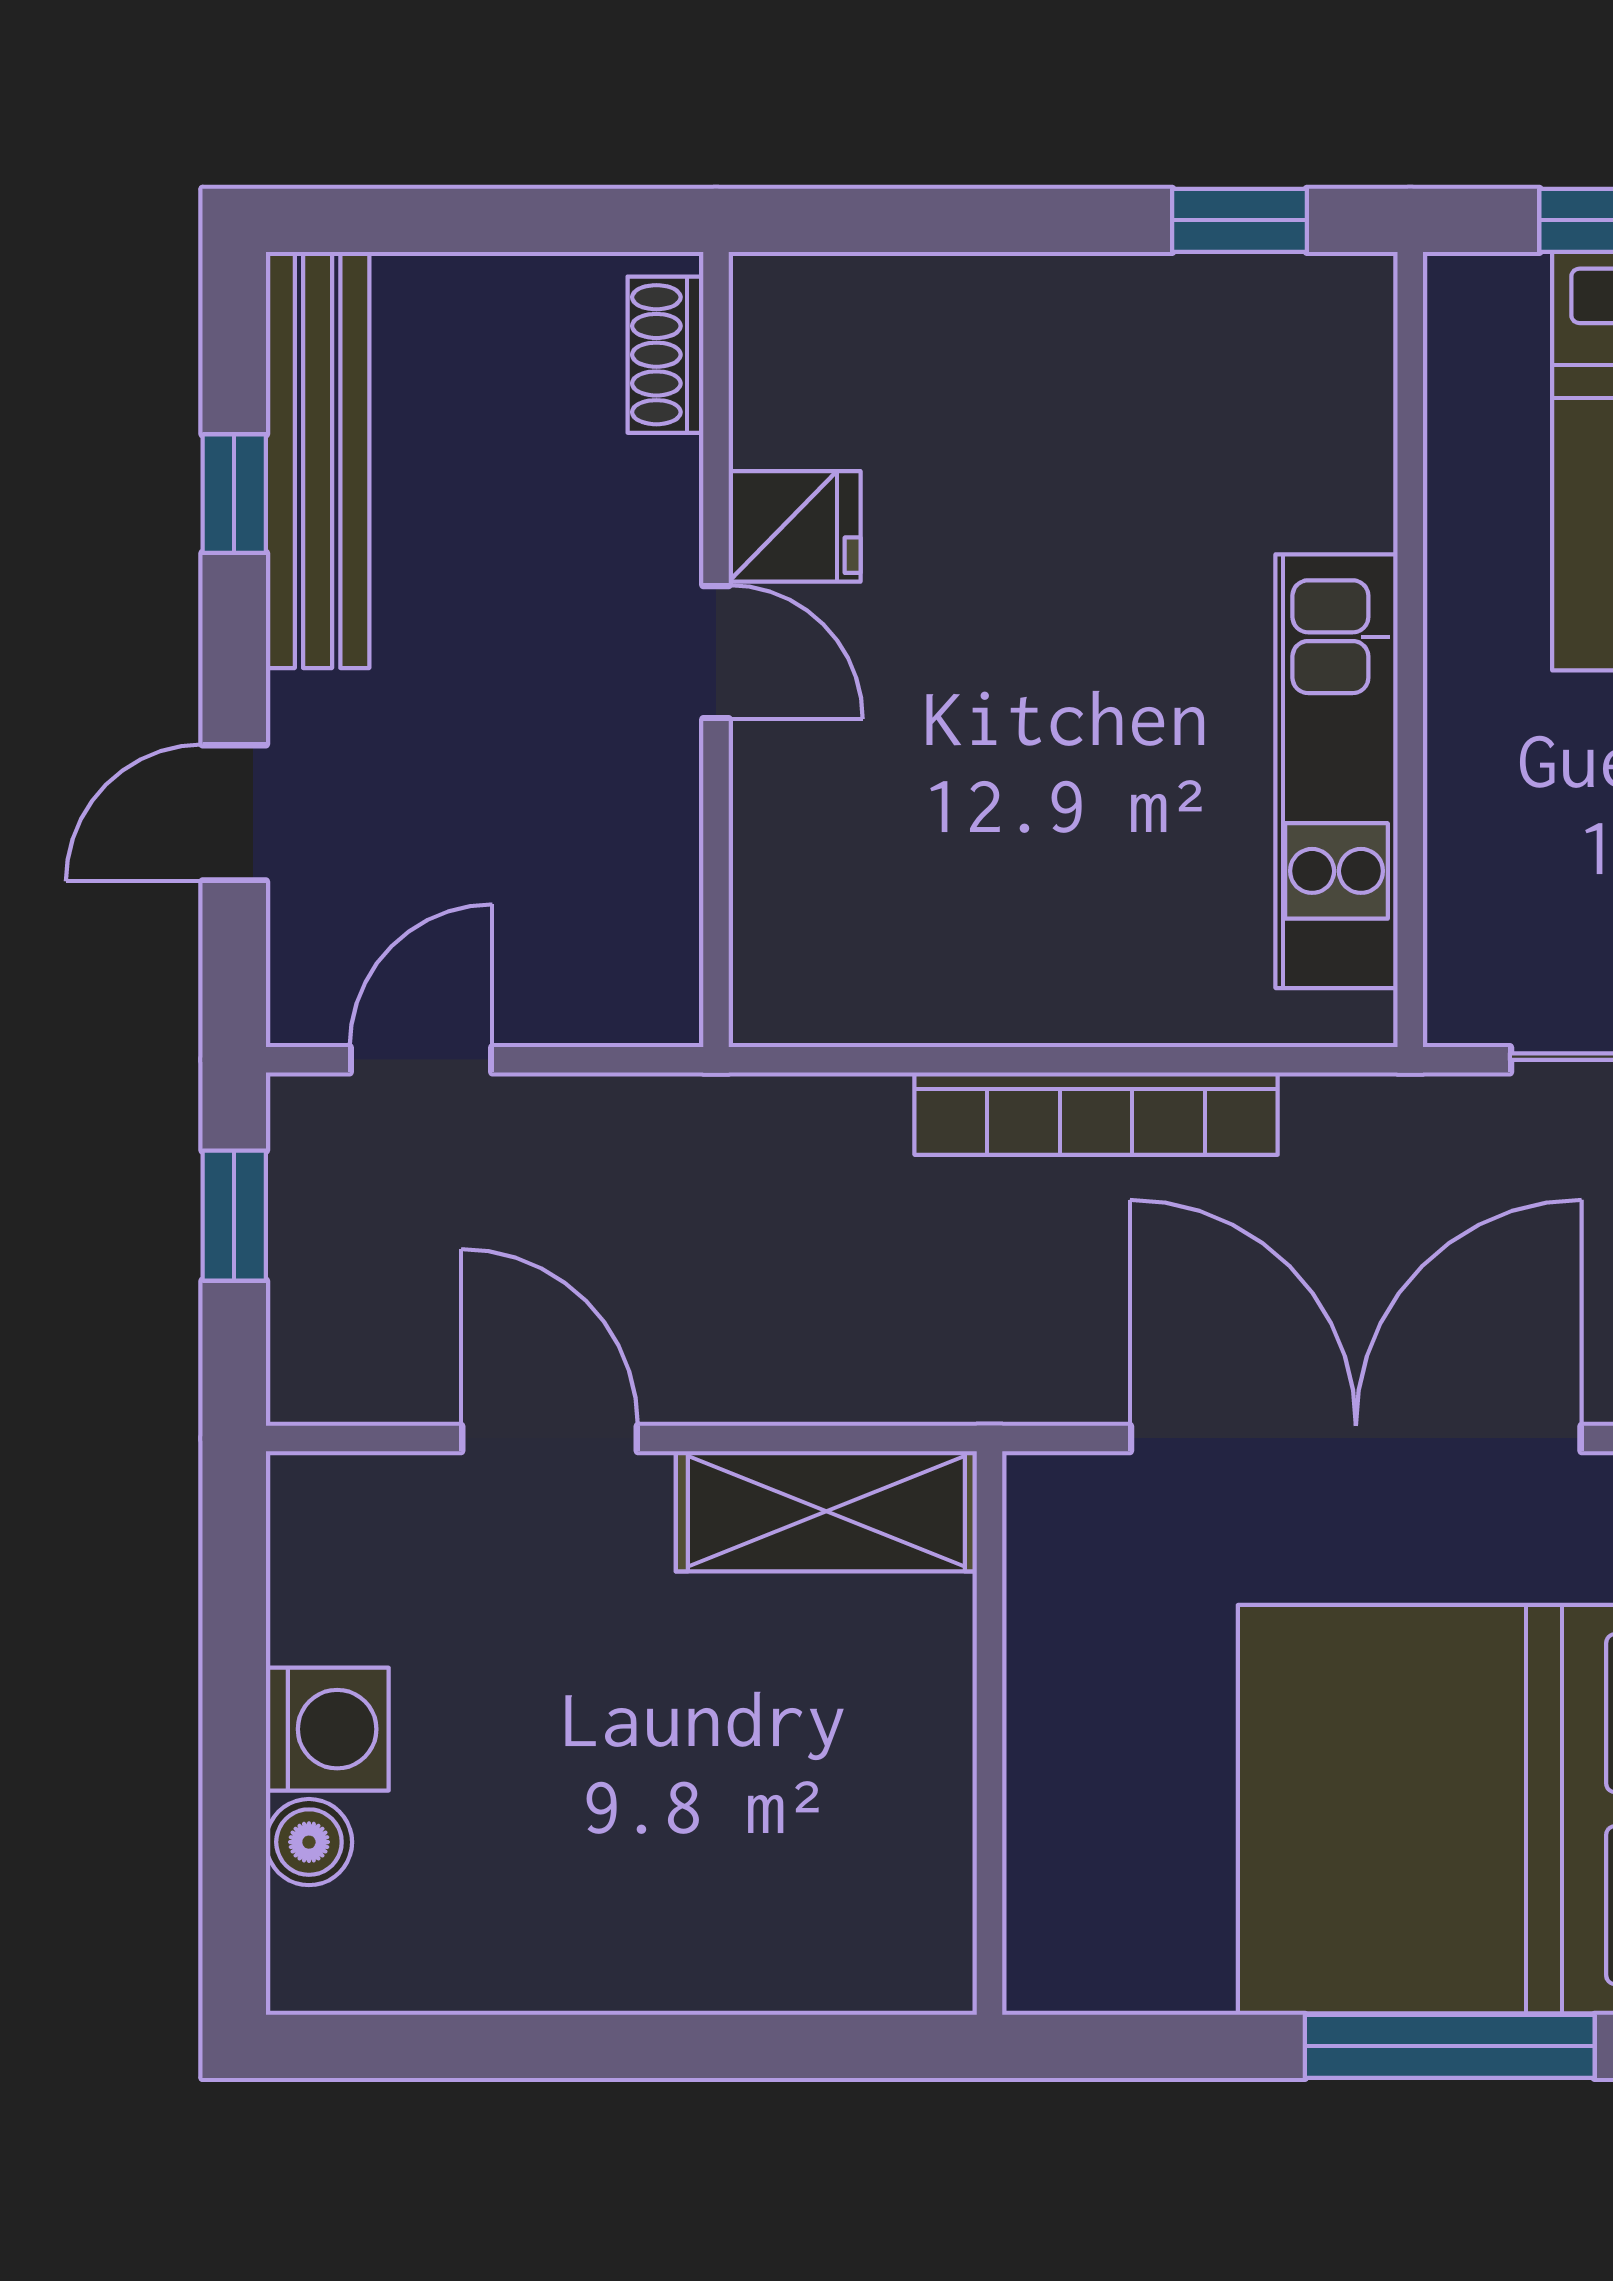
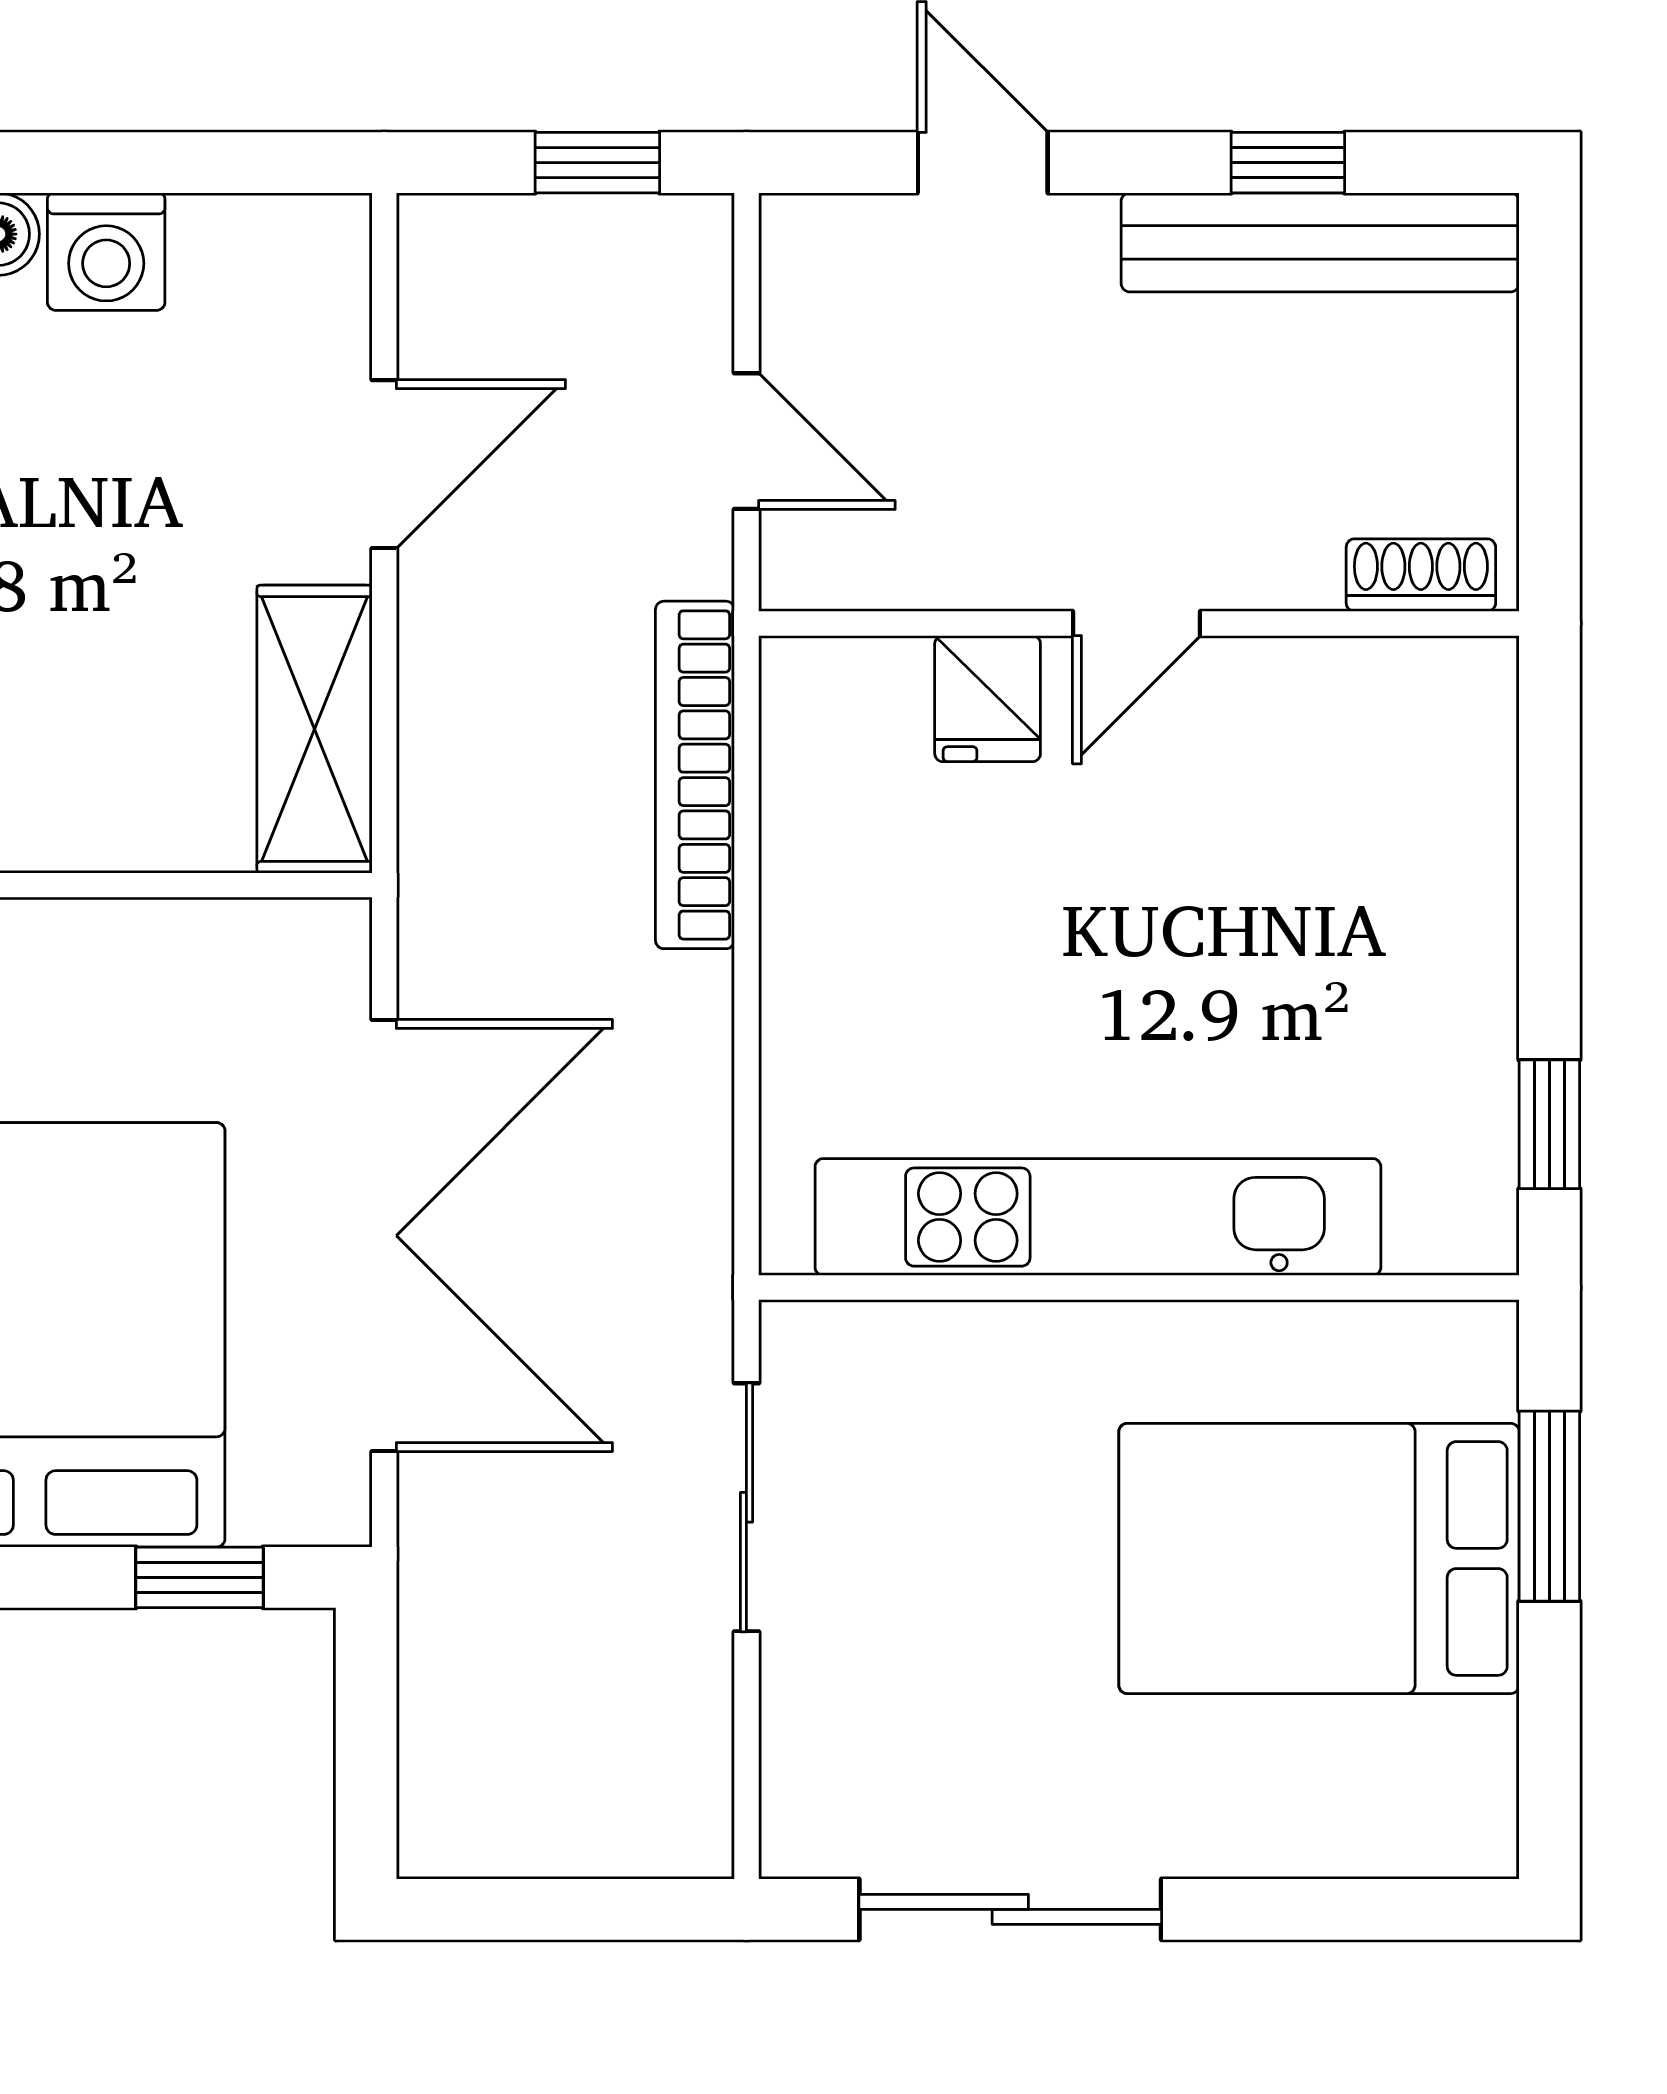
fridge: (795, 526) -> (988, 699), moved
kitchen unit: (1337, 771) -> (1098, 1217), width x1.36
door: (421, 1060) -> (746, 441), moved
bookcase: (1096, 1114) -> (695, 775), moved

